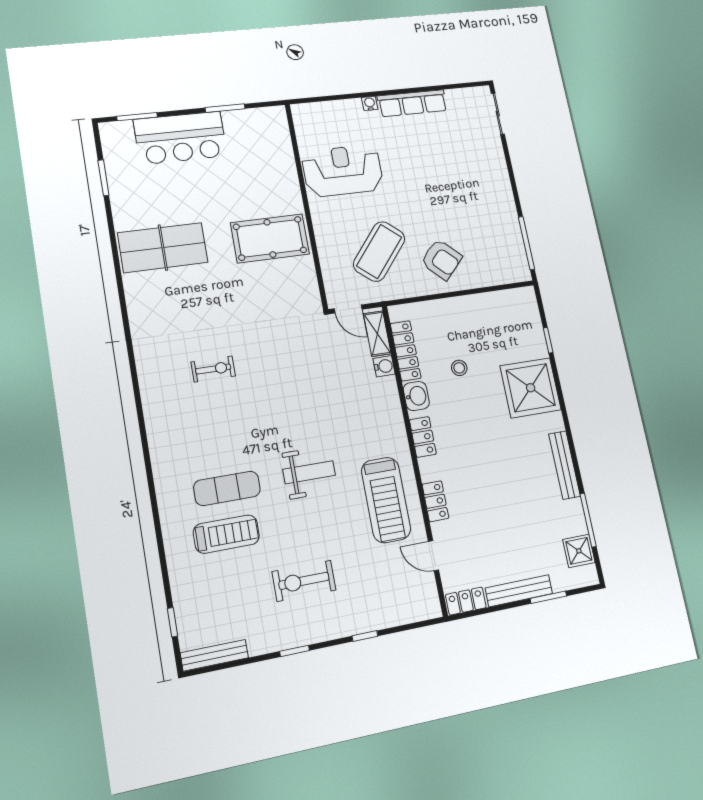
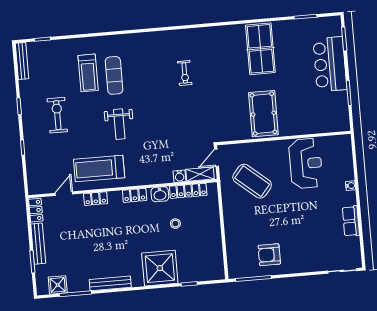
row of seats: (412, 103) -> (351, 221), width x0.68
armchair: (441, 259) -> (269, 255), moved, turned 46

